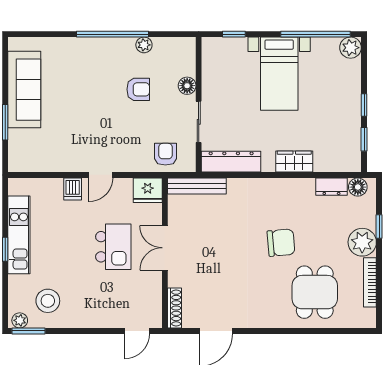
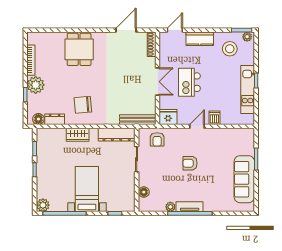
tv unit: (113, 45) -> (190, 207), added
floor lamp: (187, 86) -> (144, 192), moved
armchair: (138, 89) -> (190, 163), moved
chair: (281, 243) -> (83, 105), moved
dining table: (315, 292) -> (79, 49), moved
kitchen counter: (96, 317) -> (200, 39), added

